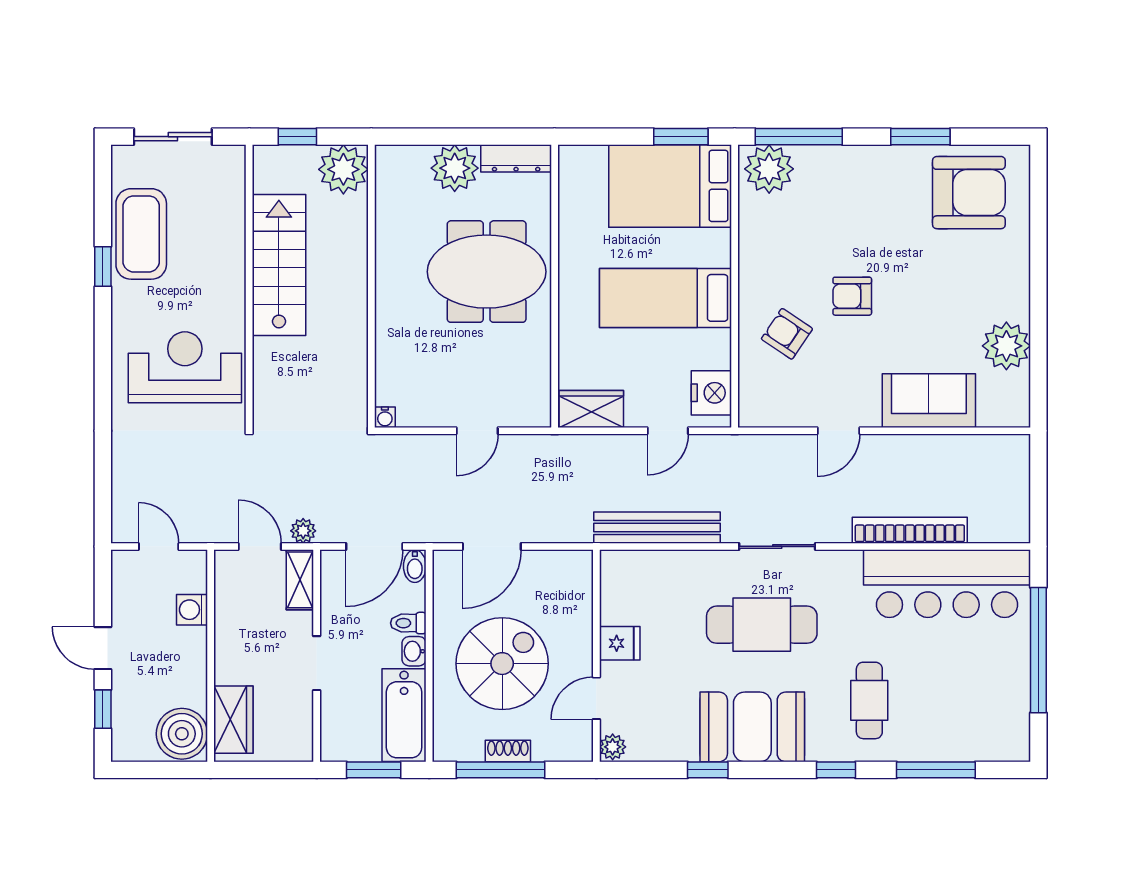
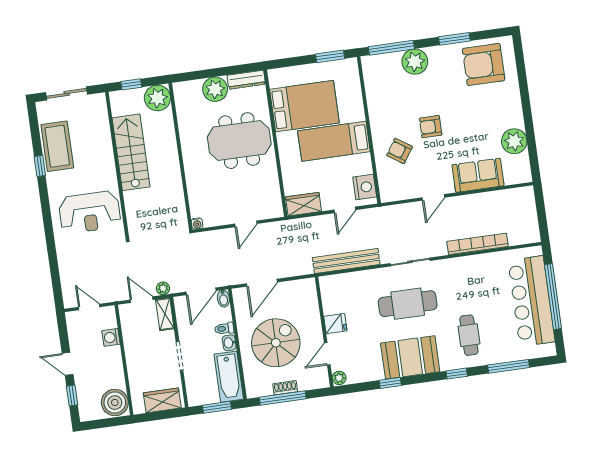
plant: (769, 169) -> (415, 62), moved
bed: (670, 186) -> (304, 106), moved, turned 180
armchair: (969, 193) -> (484, 64), turned 180
reception desk: (185, 367) -> (90, 212), turned 180
bar counter: (947, 584) -> (531, 301), moved, turned 90
wardrobe: (233, 720) -> (162, 400), moved, turned -90

